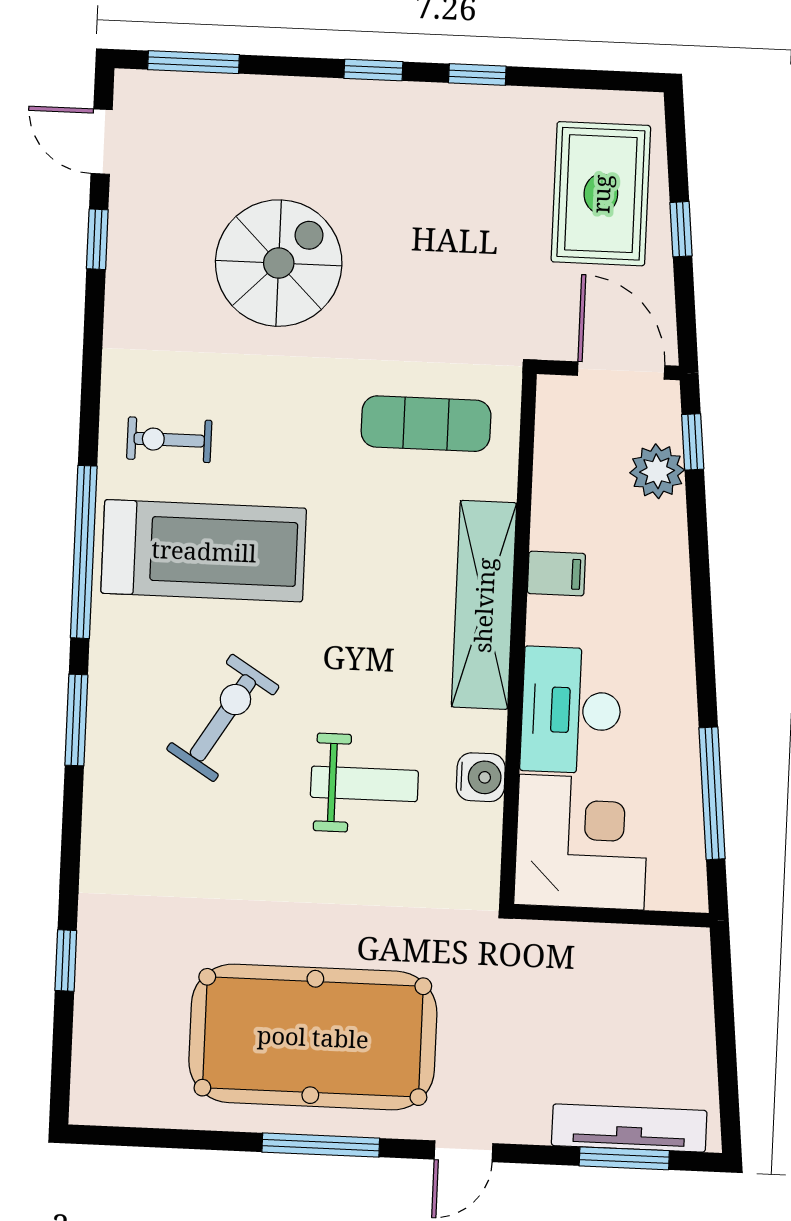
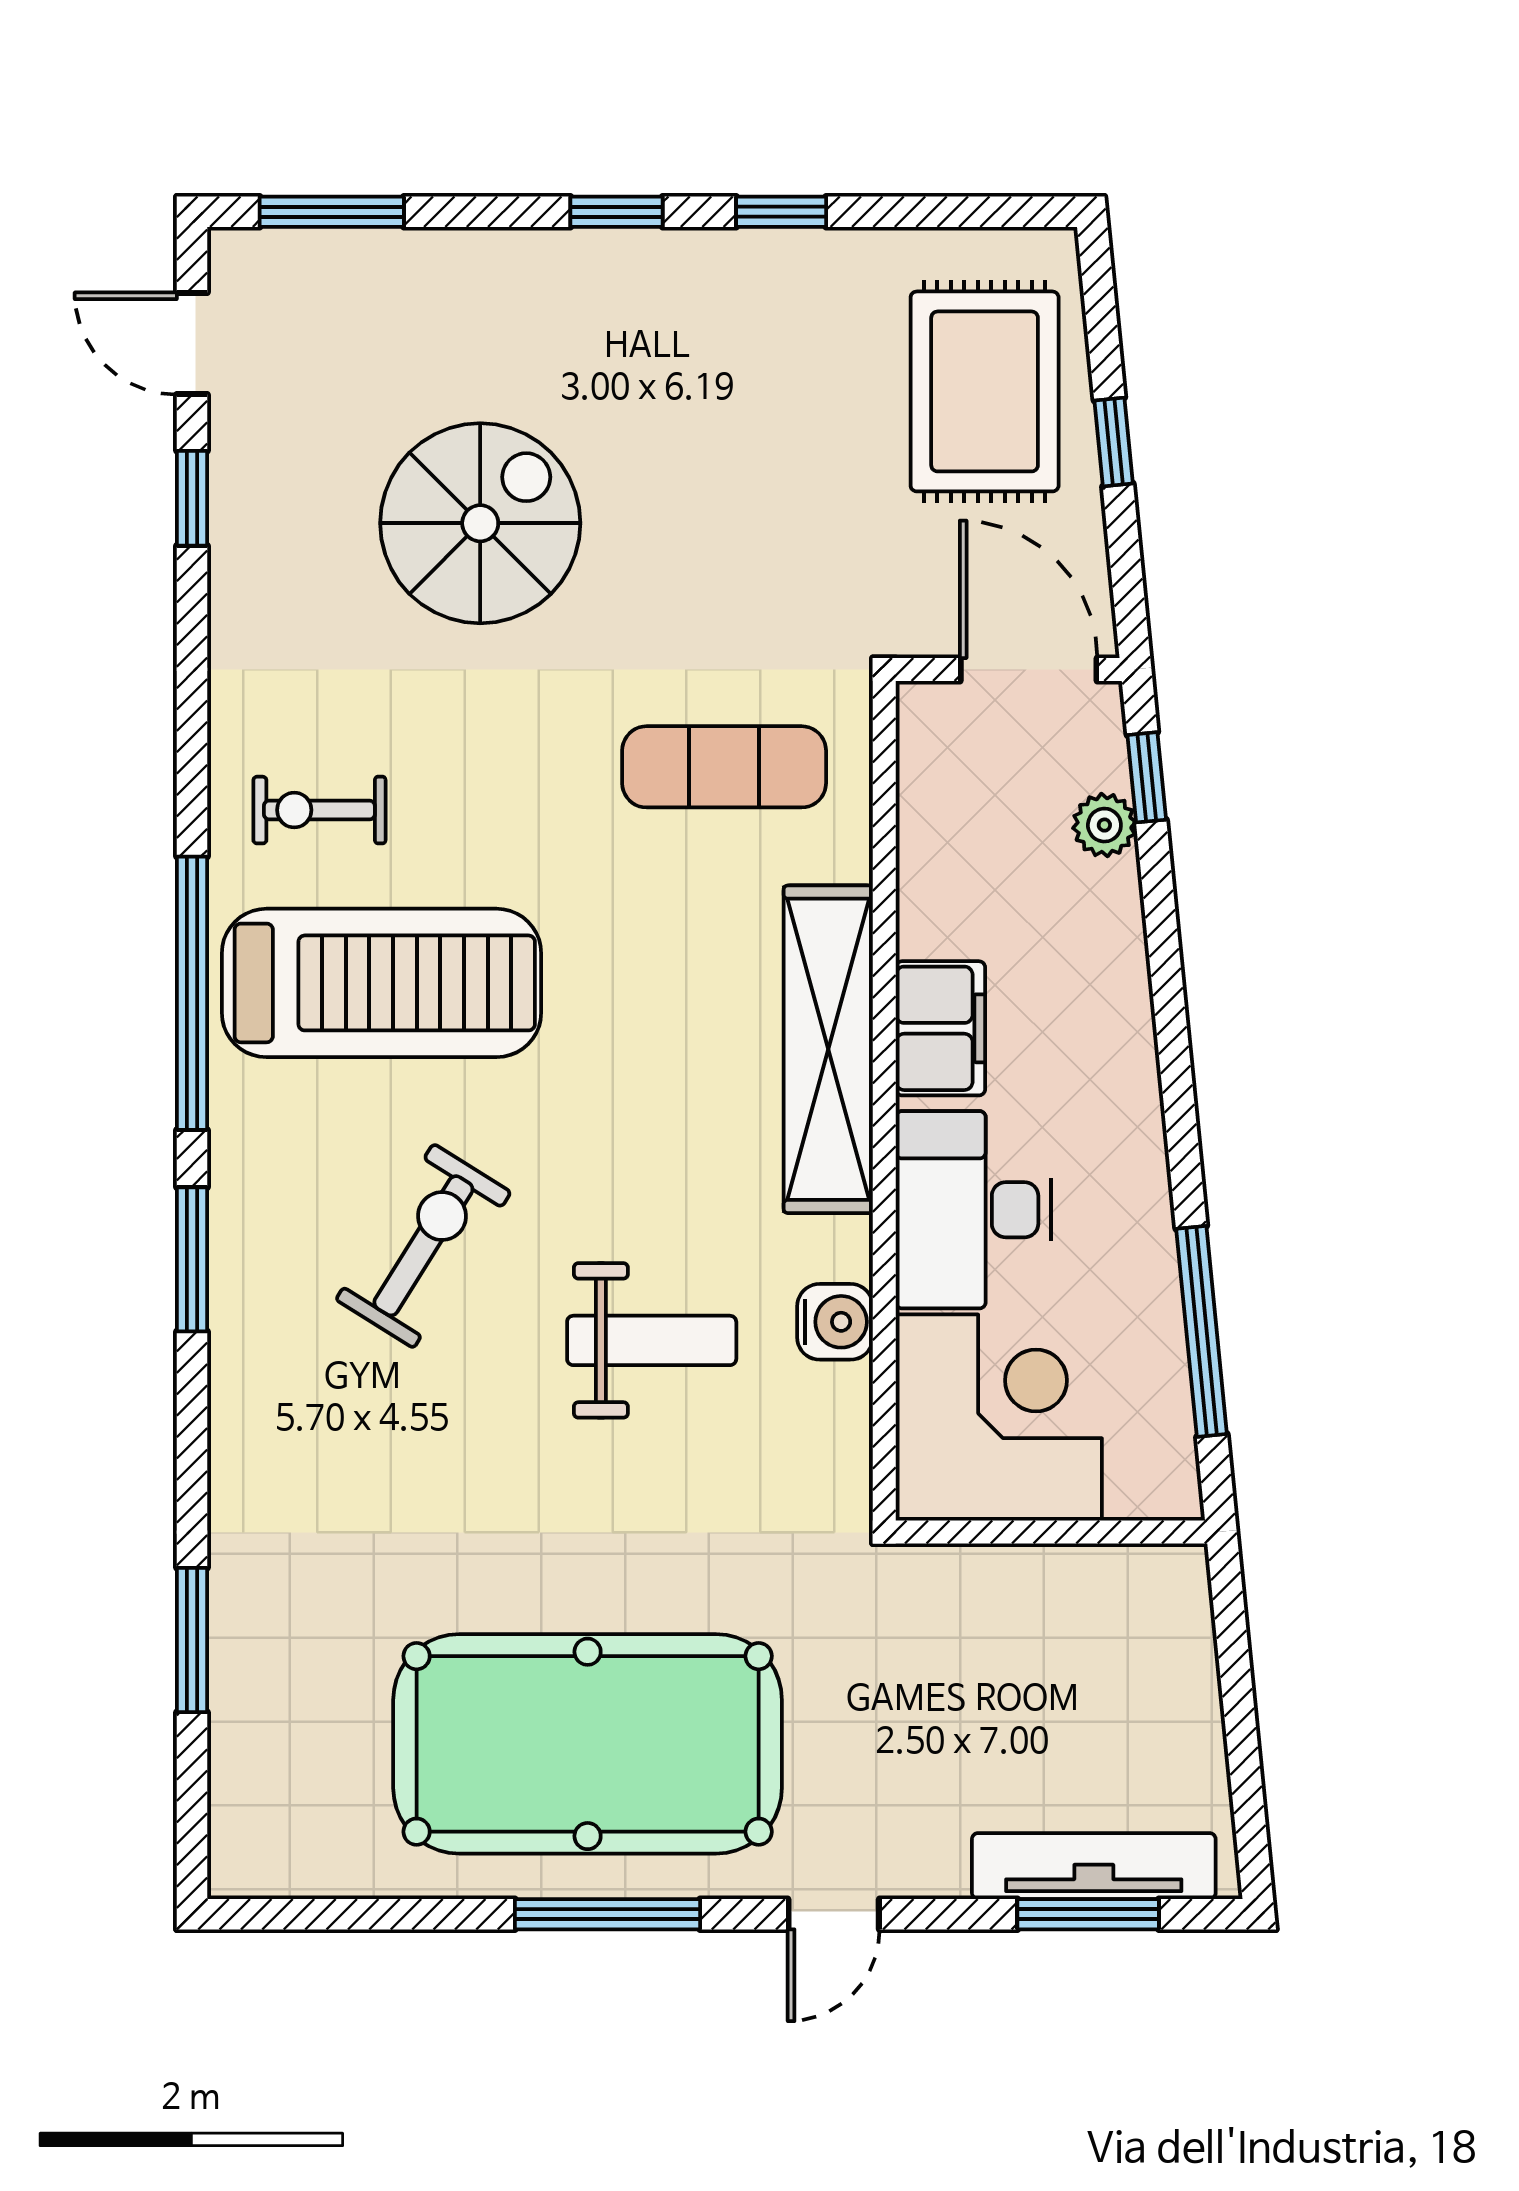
plant: (657, 471) -> (1104, 825), width x0.73, depth x0.73
filing cabinet: (556, 574) -> (940, 1028), width x2.00
window: (66, 960) -> (192, 1640), width x1.50

